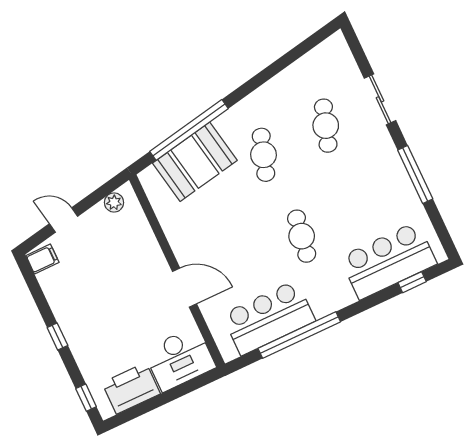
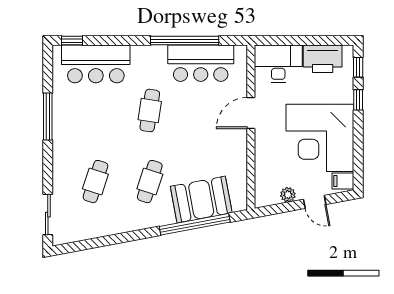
sliding door: (380, 99) -> (48, 215), moved
plant: (114, 202) -> (288, 195), moved
window: (412, 282) -> (72, 41), moved
door: (184, 288) -> (251, 113), hinge flipped
corner desk: (92, 296) -> (320, 138), added
window: (57, 336) -> (358, 100), moved

